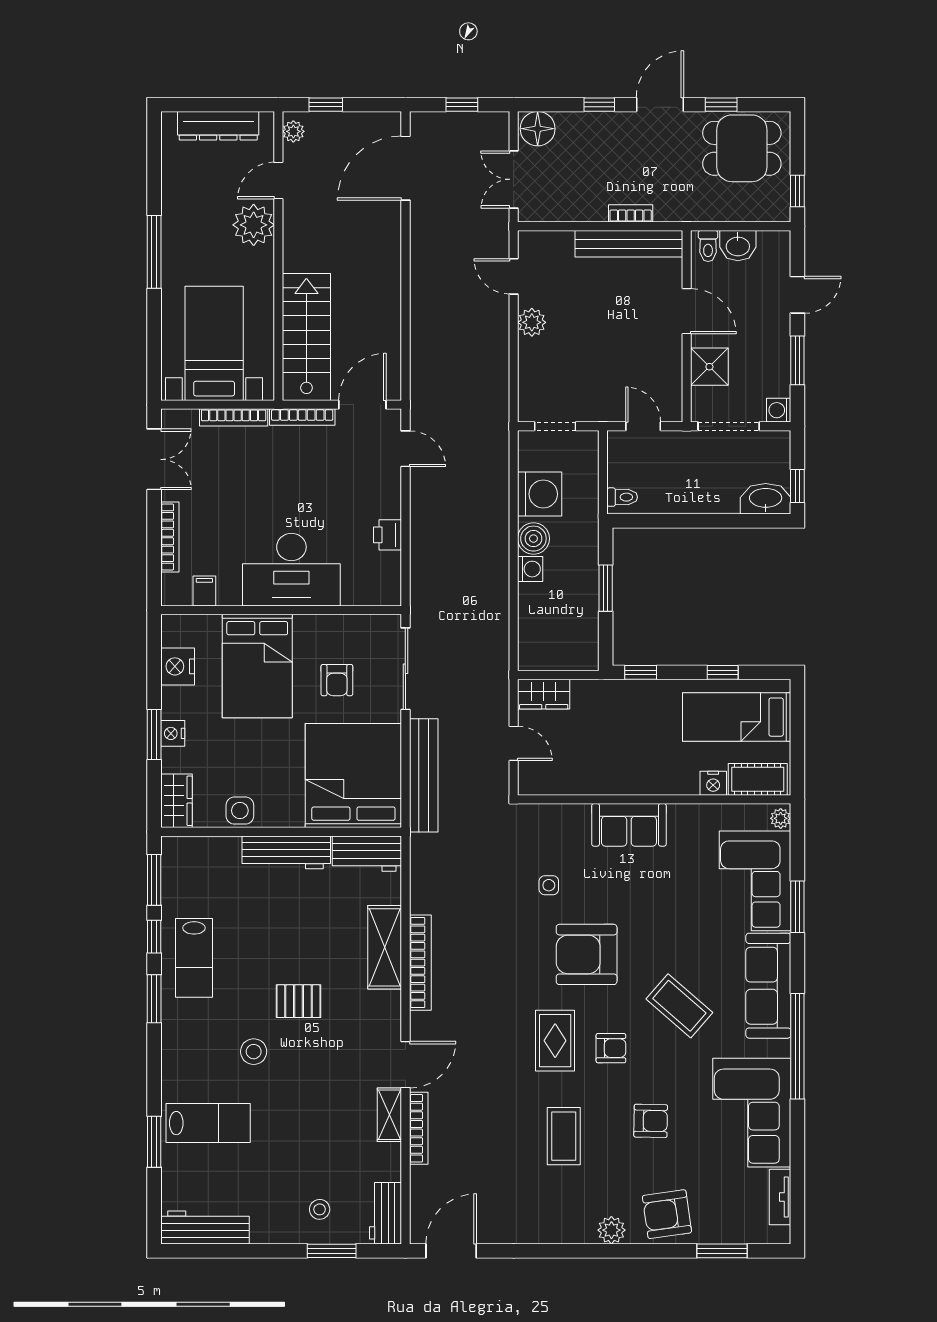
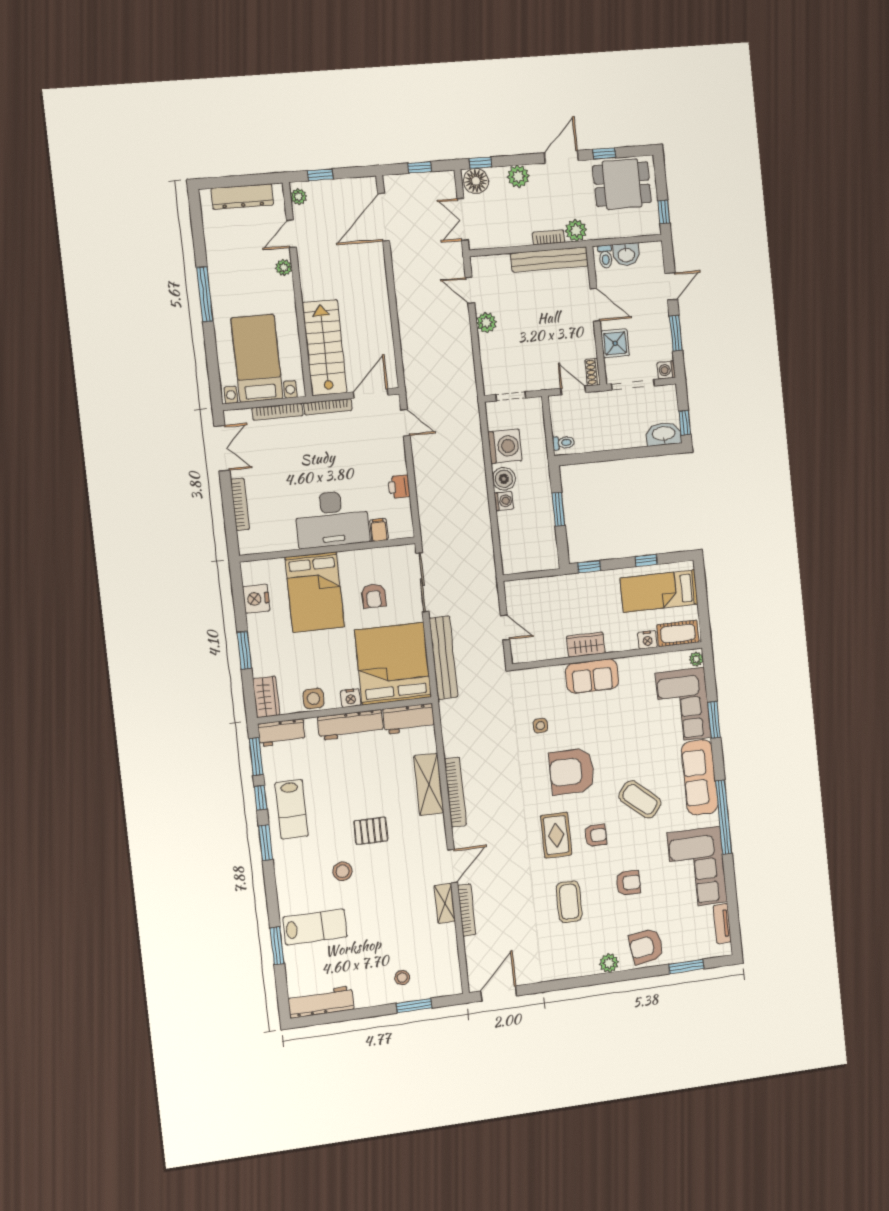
window: (599, 105) -> (481, 163), moved
plant: (597, 127) -> (518, 176), added
plant: (670, 207) -> (576, 230), added
plant: (254, 225) -> (284, 268), width x0.53, depth x0.53
shoe rack: (674, 404) -> (593, 372), added
filing cabinet: (204, 591) -> (379, 530), moved
wardrobe: (544, 694) -> (586, 645), moved, turned 180
nightstand: (173, 733) -> (351, 698), moved, turned -90
workbench: (385, 1213) -> (281, 733), moved, turned -90

